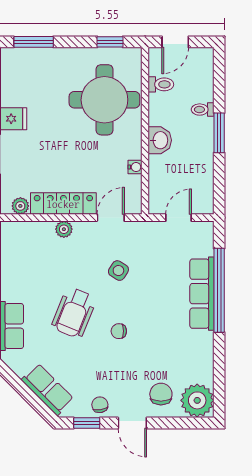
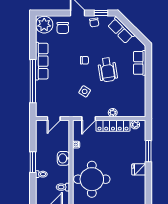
row of seats: (202, 294) -> (42, 61), moved
wheelchair: (74, 313) -> (108, 70), turned 149

